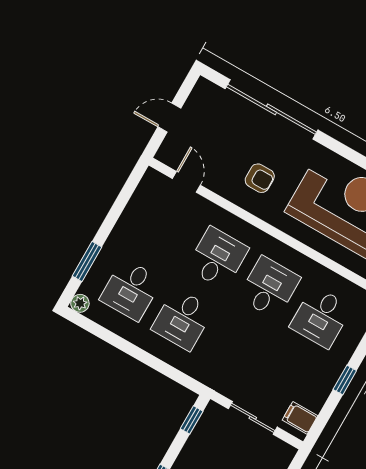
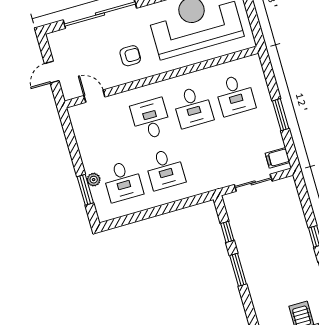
desk: (269, 288) -> (193, 107), turned 180
plant: (80, 303) -> (94, 180), moved
window: (345, 380) -> (281, 115), width x1.50
window: (192, 420) -> (227, 232), moved

